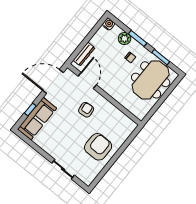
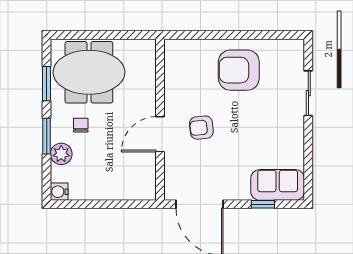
dresser: (84, 54) -> (127, 192), removed
door: (87, 81) -> (160, 134), moved
sofa: (37, 119) -> (278, 185), width x0.73

